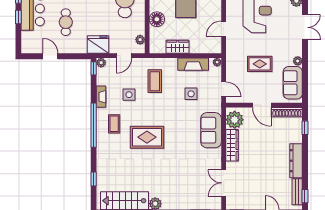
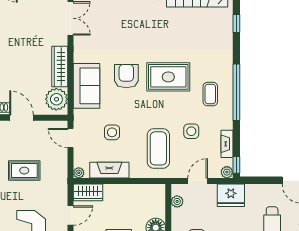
wardrobe: (178, 47) -> (88, 192), moved
coffee table: (155, 81) -> (158, 148), width x1.36, depth x1.32
fireplace: (101, 97) -> (227, 144), moved
armchair: (180, 138) -> (126, 76), added

